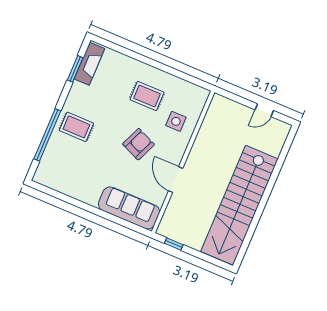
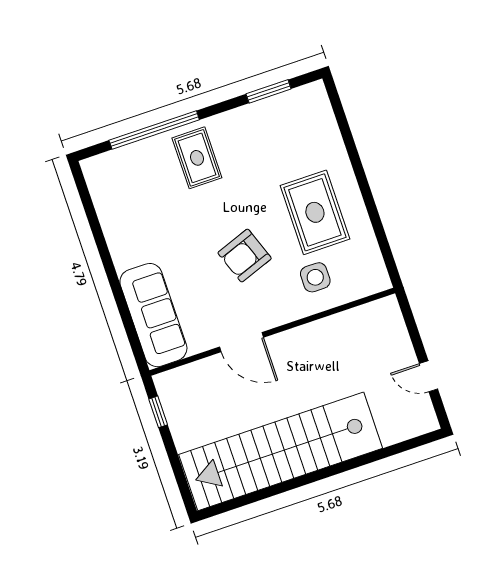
fireplace: (89, 64) -> (291, 104), removed
rug: (147, 96) -> (315, 212), width x1.36, depth x1.43
armchair: (138, 144) -> (245, 256), turned 137
door: (176, 180) -> (241, 342), swing flipped

